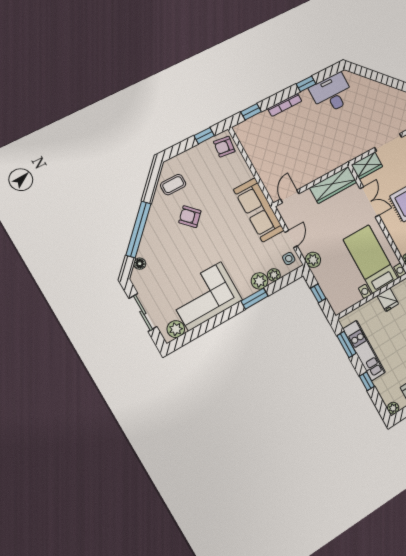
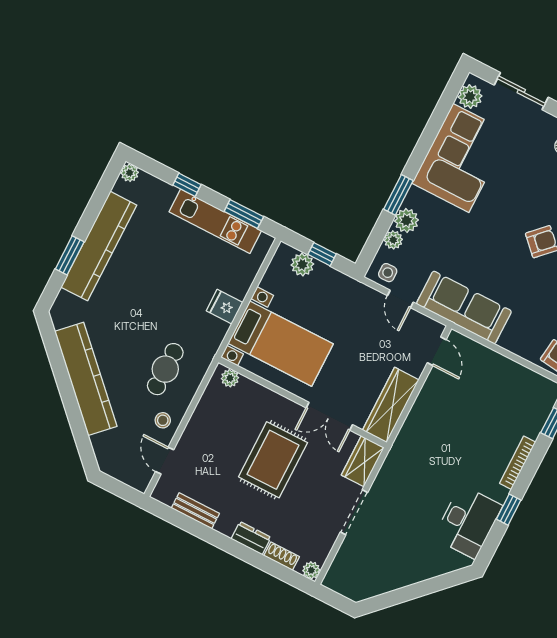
plant: (313, 260) -> (302, 264), moved

